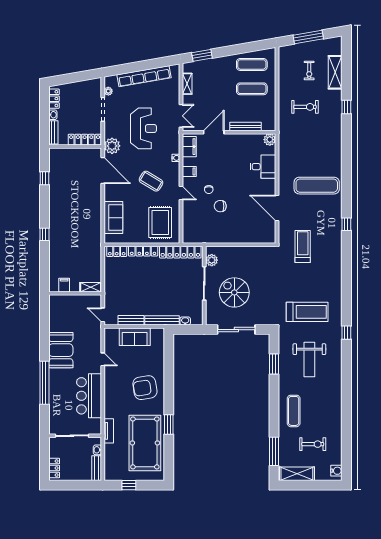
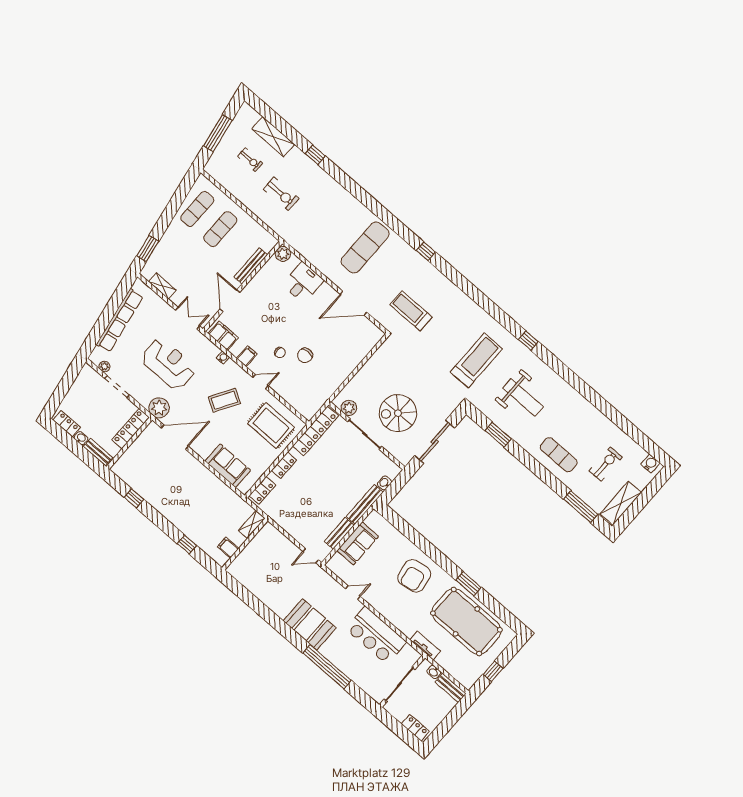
exercise bike: (305, 107) -> (281, 194), turned 90
locker: (143, 251) -> (284, 465), width x0.66
filing cabinet: (64, 285) -> (228, 548), moved
shelving: (91, 287) -> (252, 524), moved
wall: (75, 293) -> (245, 544), moved

